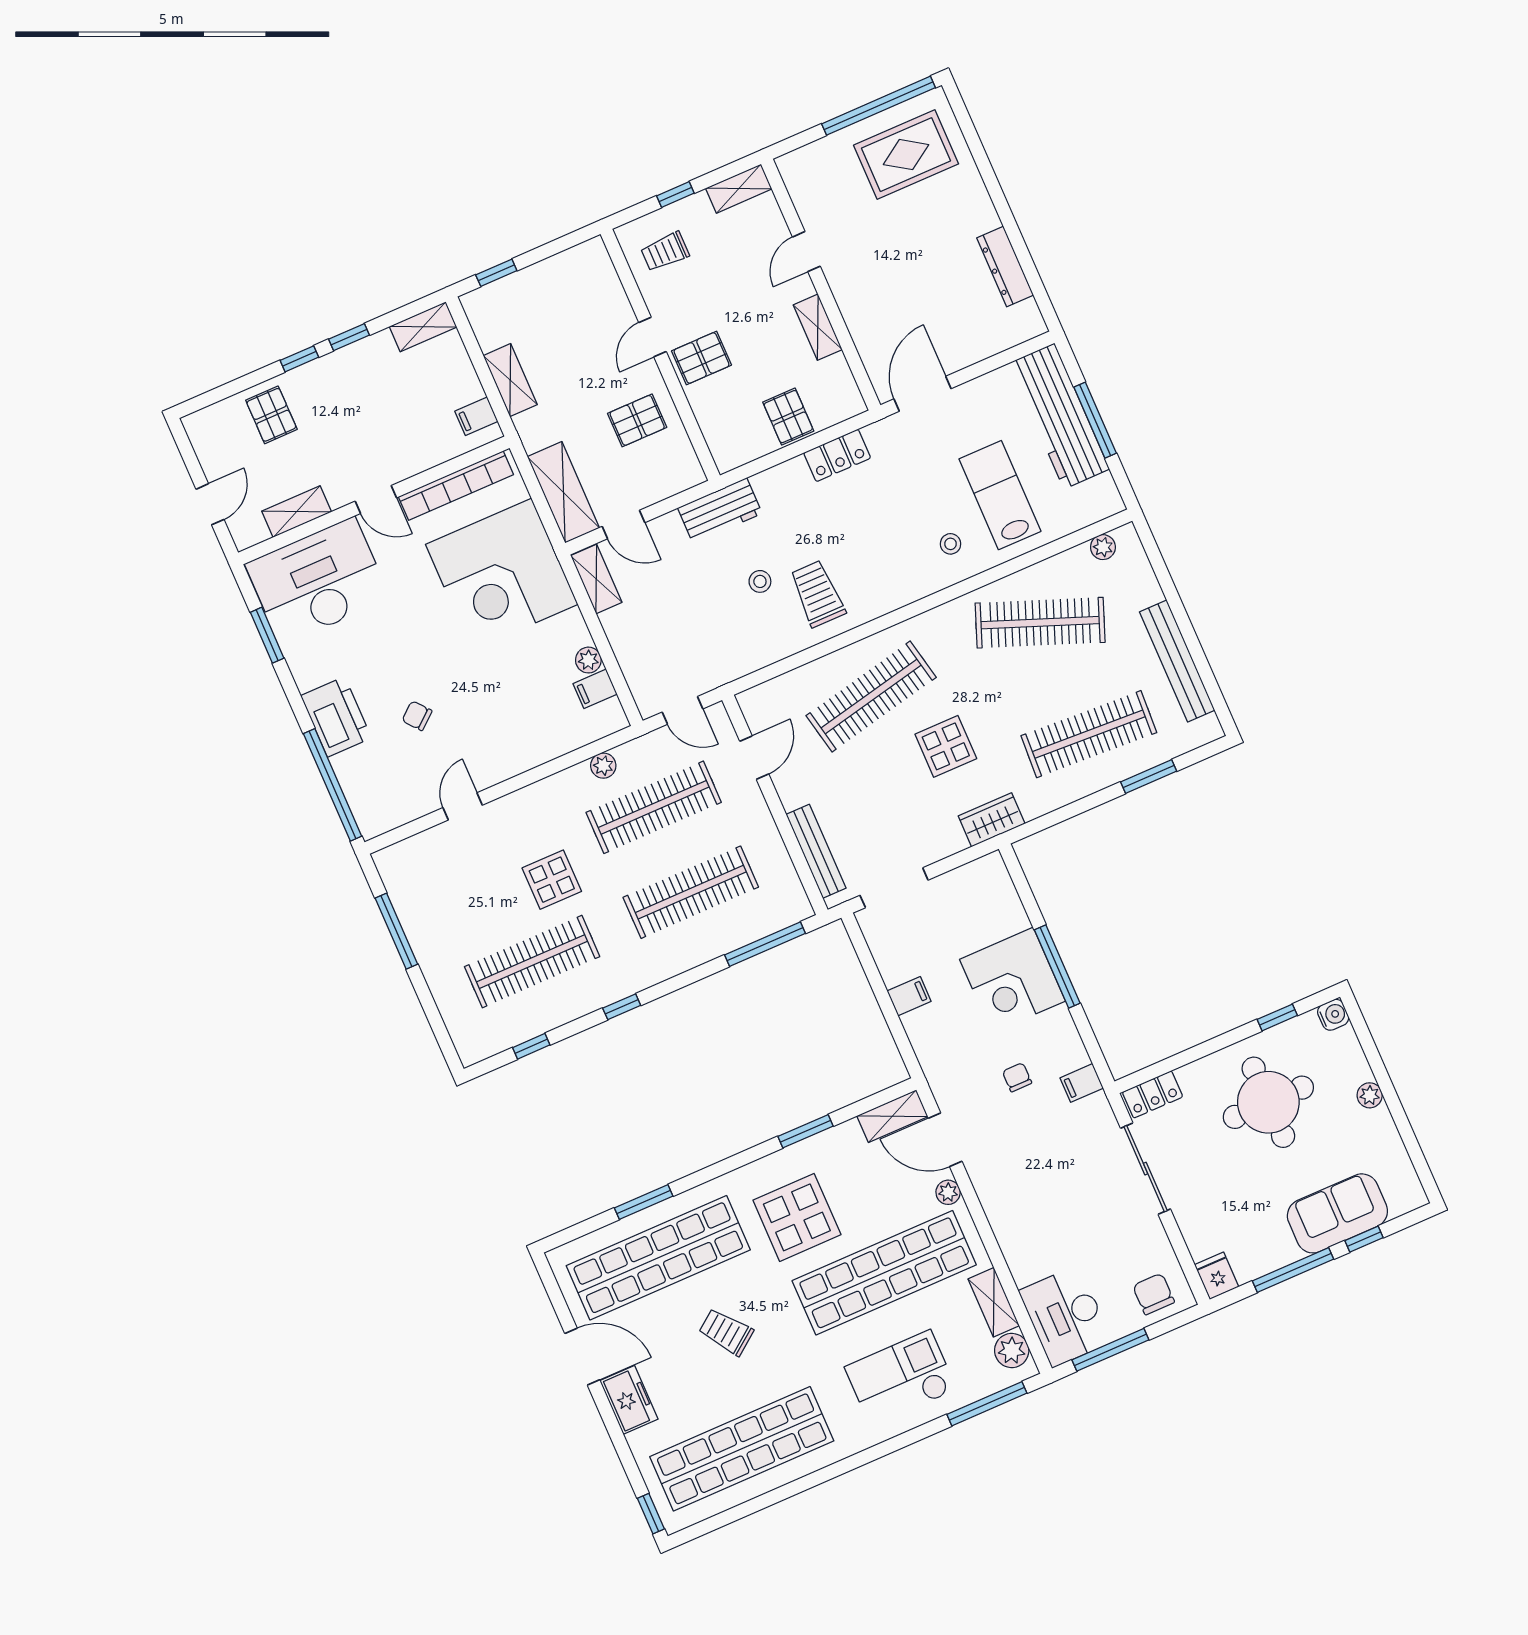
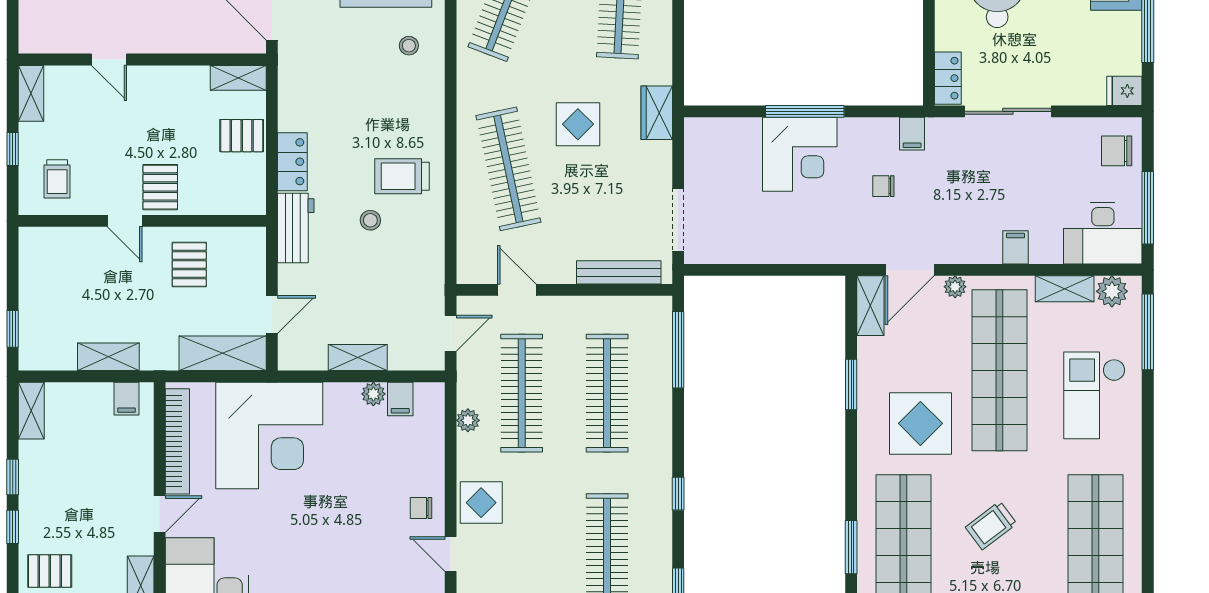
shelving: (818, 327) -> (238, 78), moved
locker: (837, 455) -> (292, 162), moved
shelving: (596, 579) -> (358, 357), moved
chair: (417, 716) -> (421, 508), moved, turned 40
display table: (552, 880) -> (481, 503), moved
filing cabinet: (909, 996) -> (1015, 247), moved

